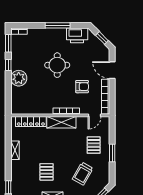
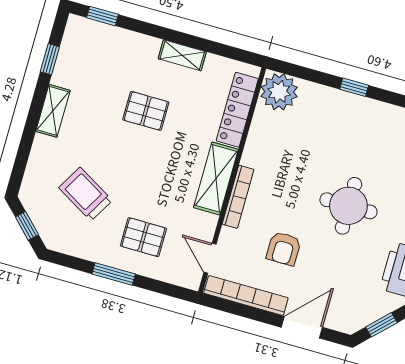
window: (8, 65) -> (354, 87), moved
plant: (19, 78) -> (279, 92), moved
pallet: (47, 172) -> (146, 111), moved

